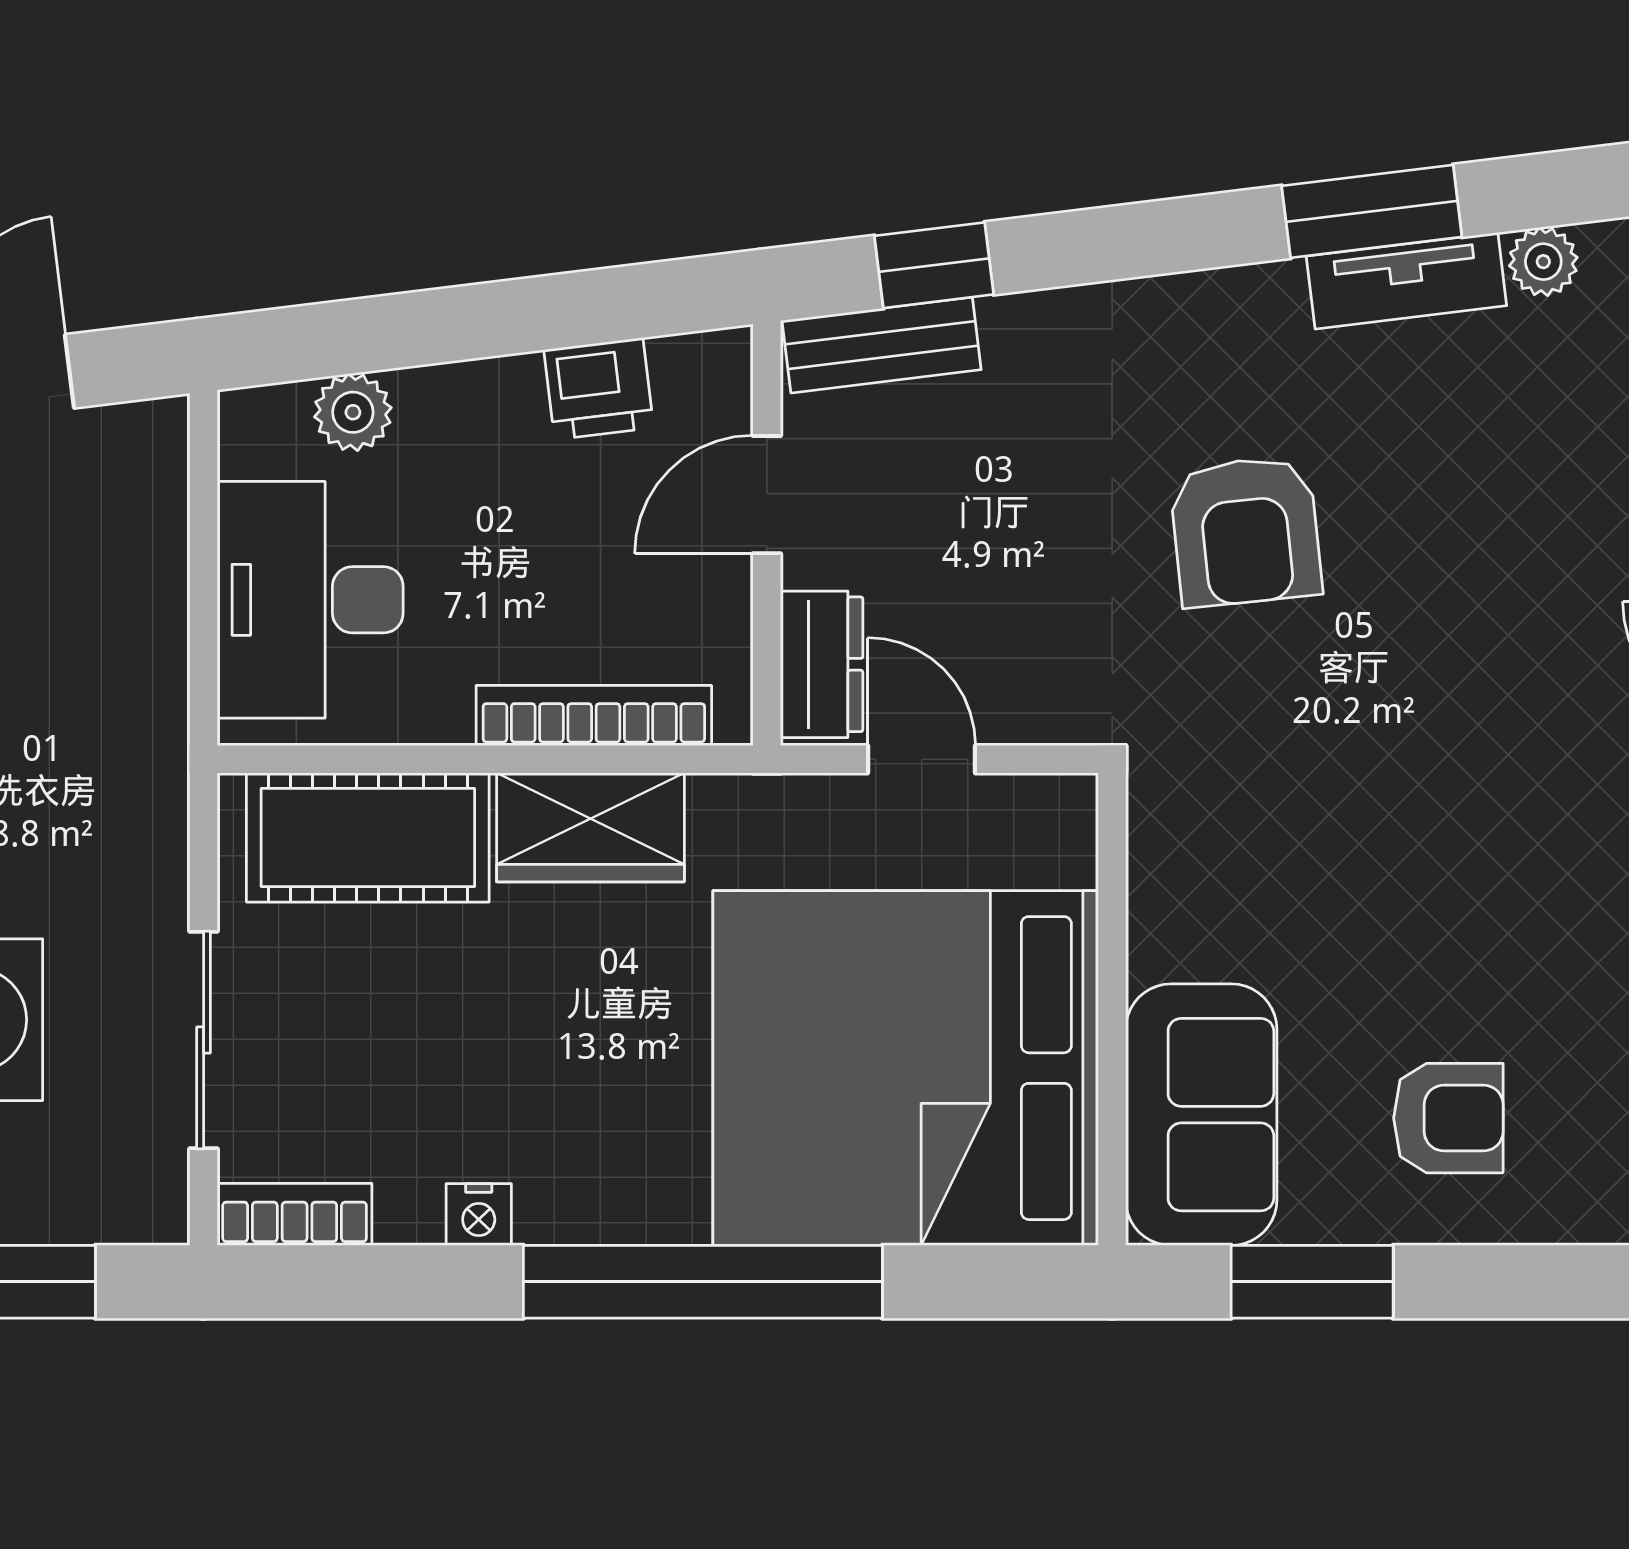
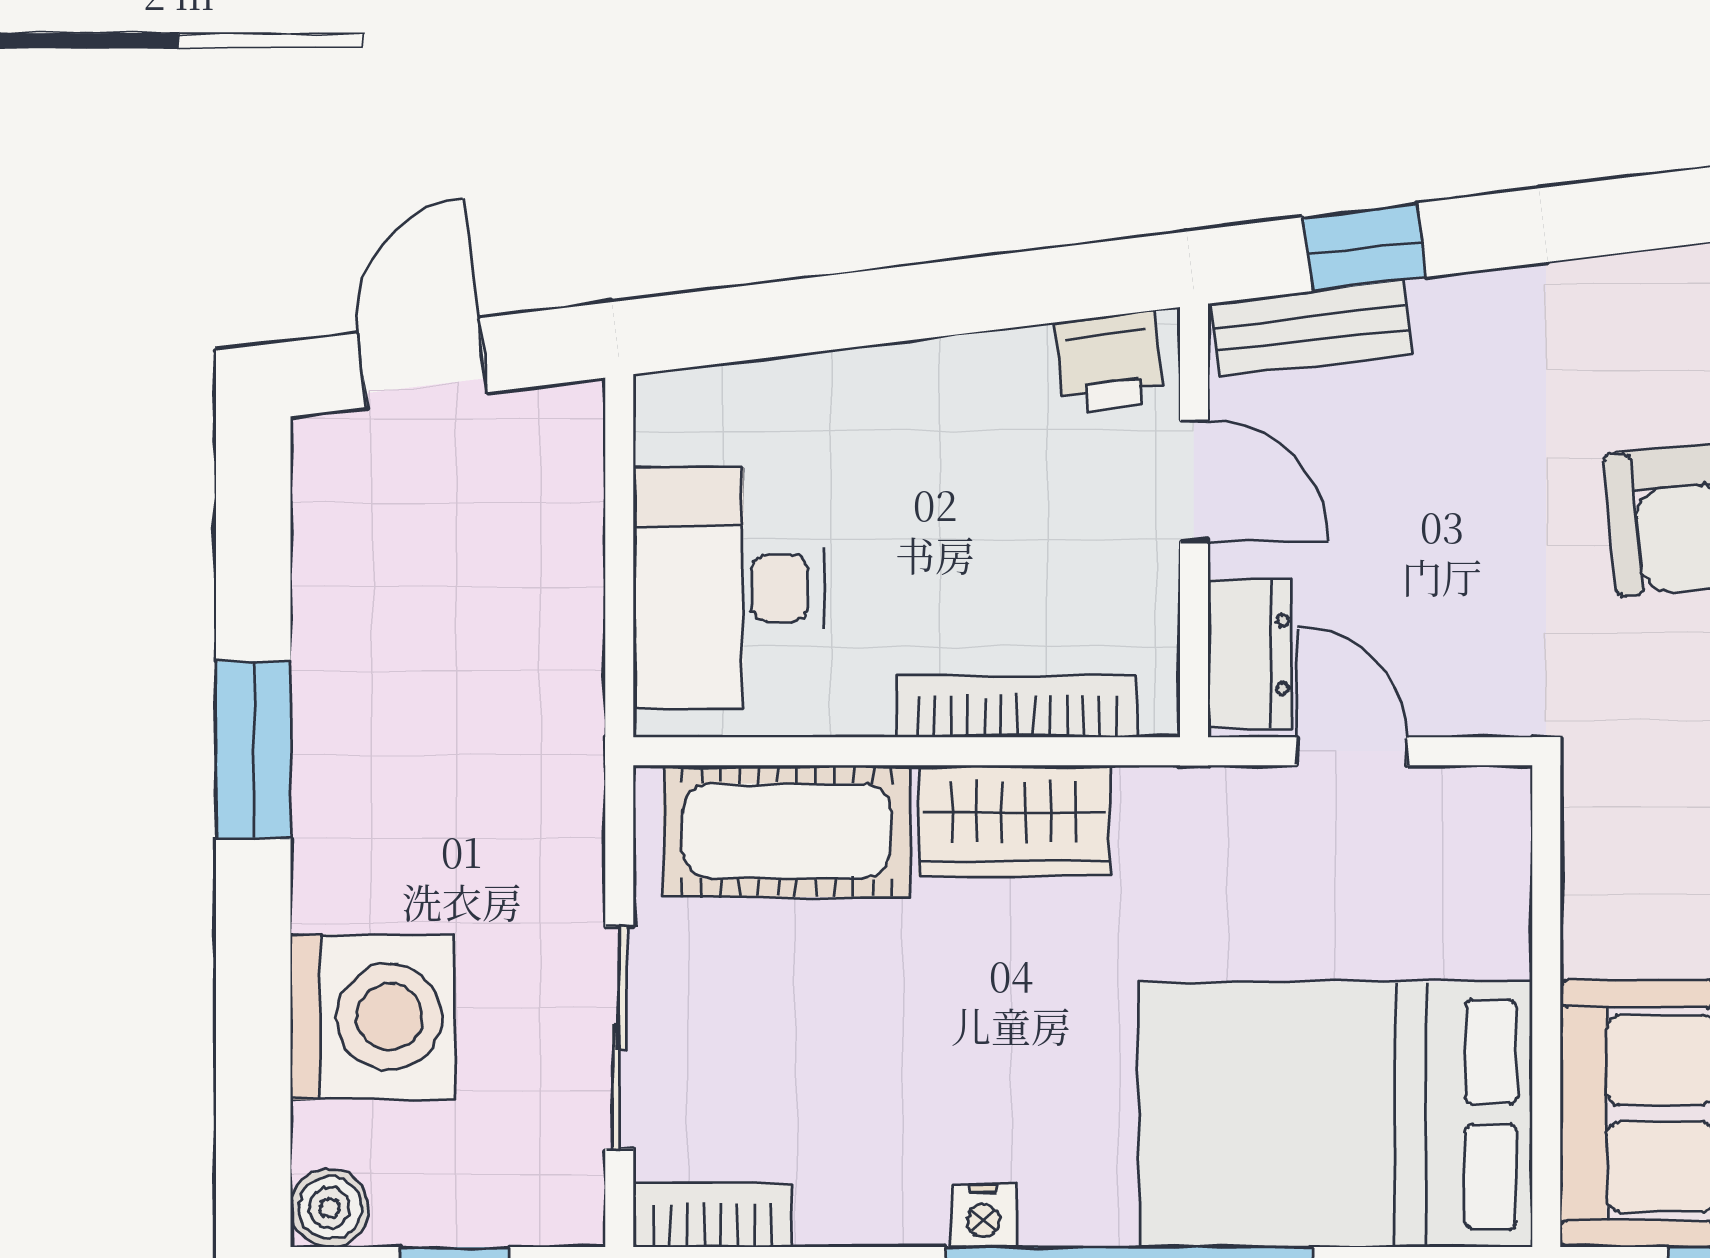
printer: (599, 389) -> (1109, 362), moved
plant: (353, 412) -> (772, 397), removed
door: (767, 495) -> (1194, 481), swing flipped
bed: (906, 1068) -> (1336, 1114), width x0.73
nightstand: (479, 1215) -> (984, 1216), moved

